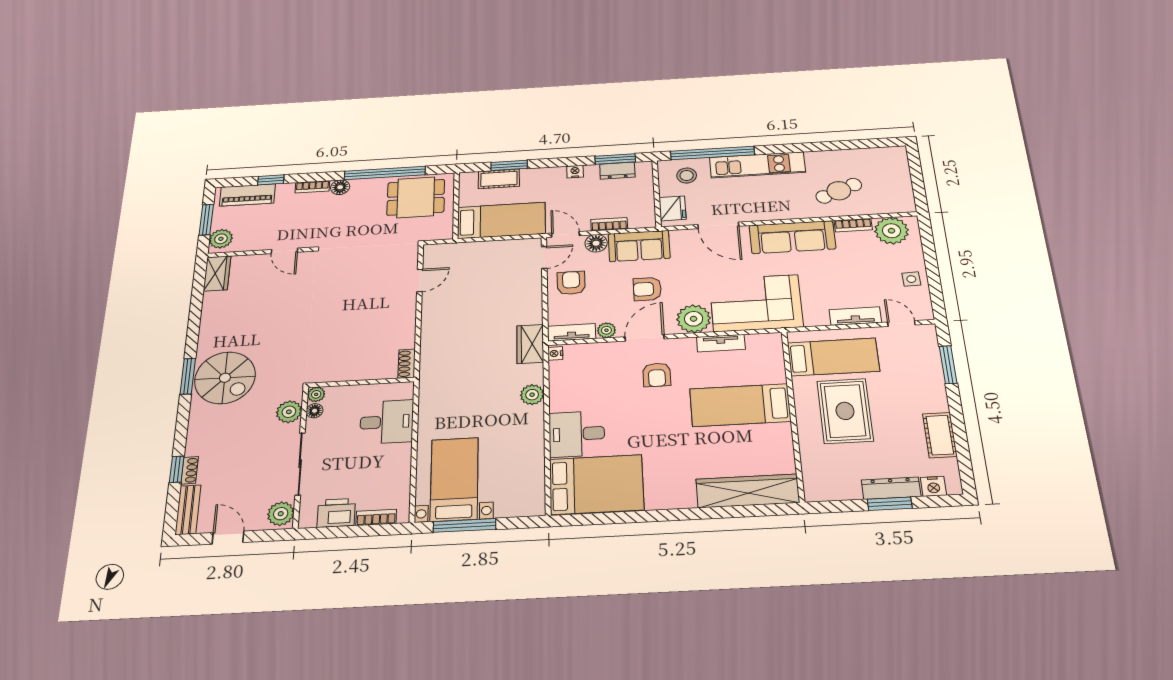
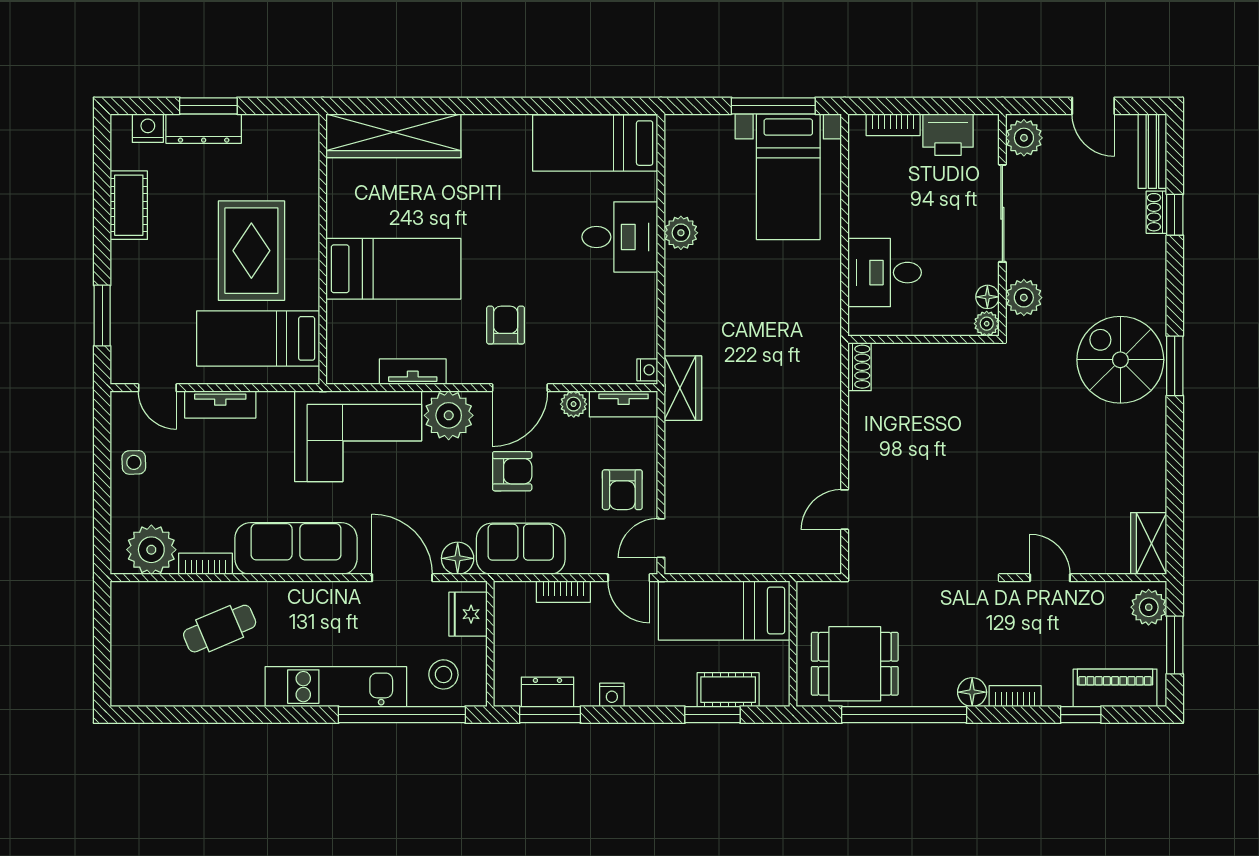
floor lamp: (596, 243) -> (458, 558), moved
plant: (532, 395) -> (681, 233), moved
bed: (596, 485) -> (595, 143), width x0.67

